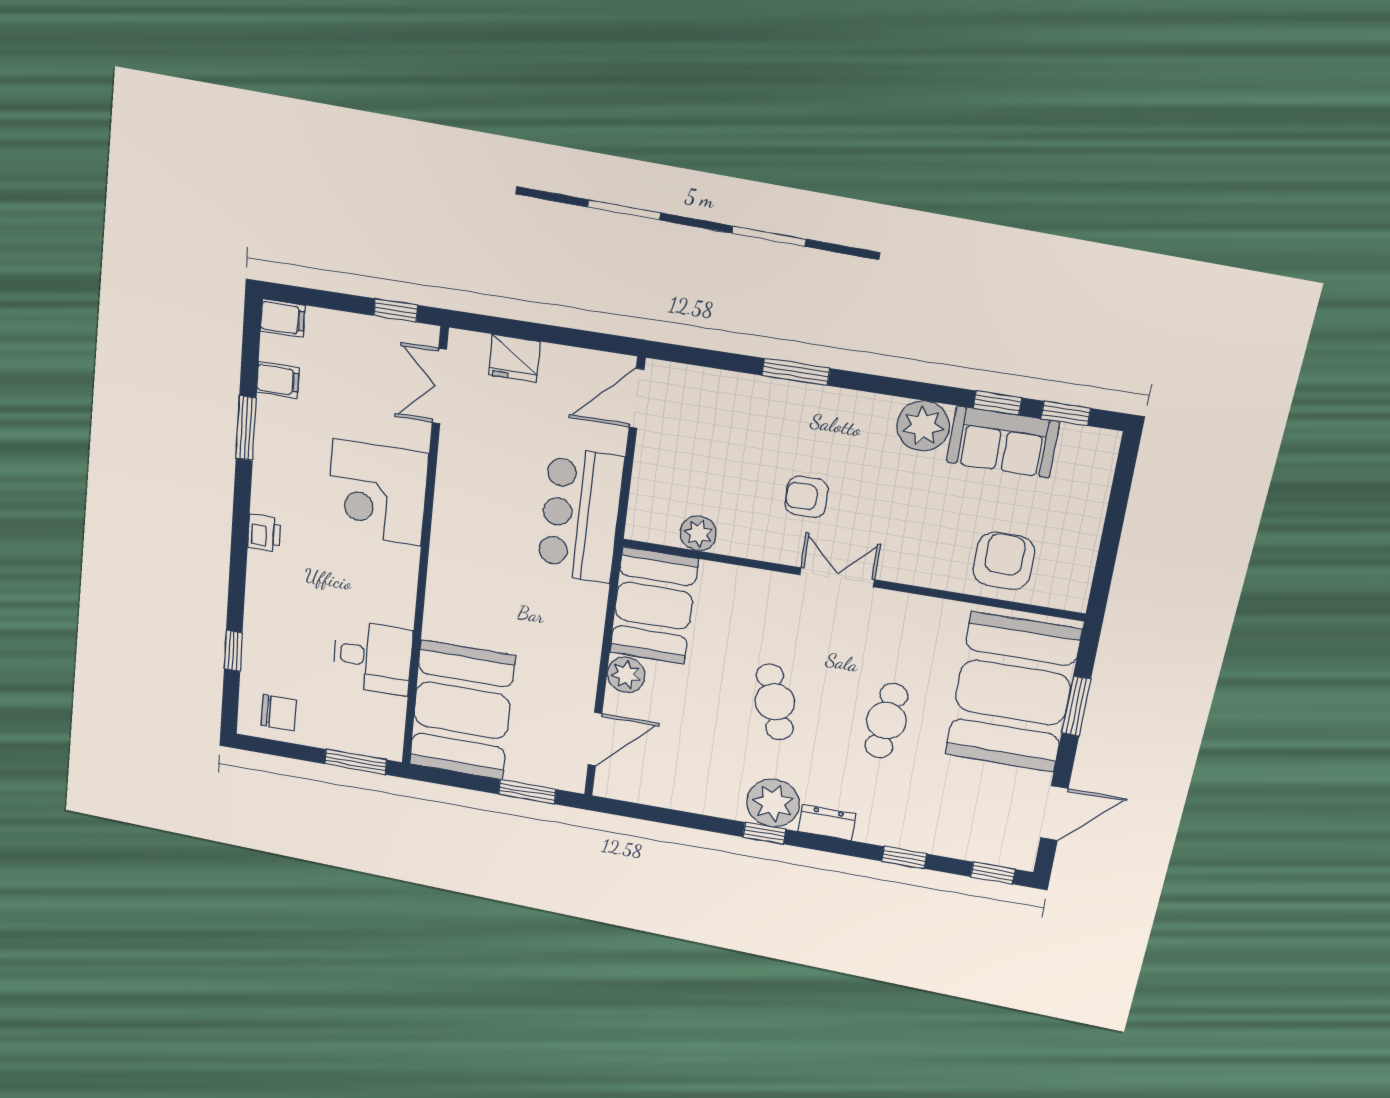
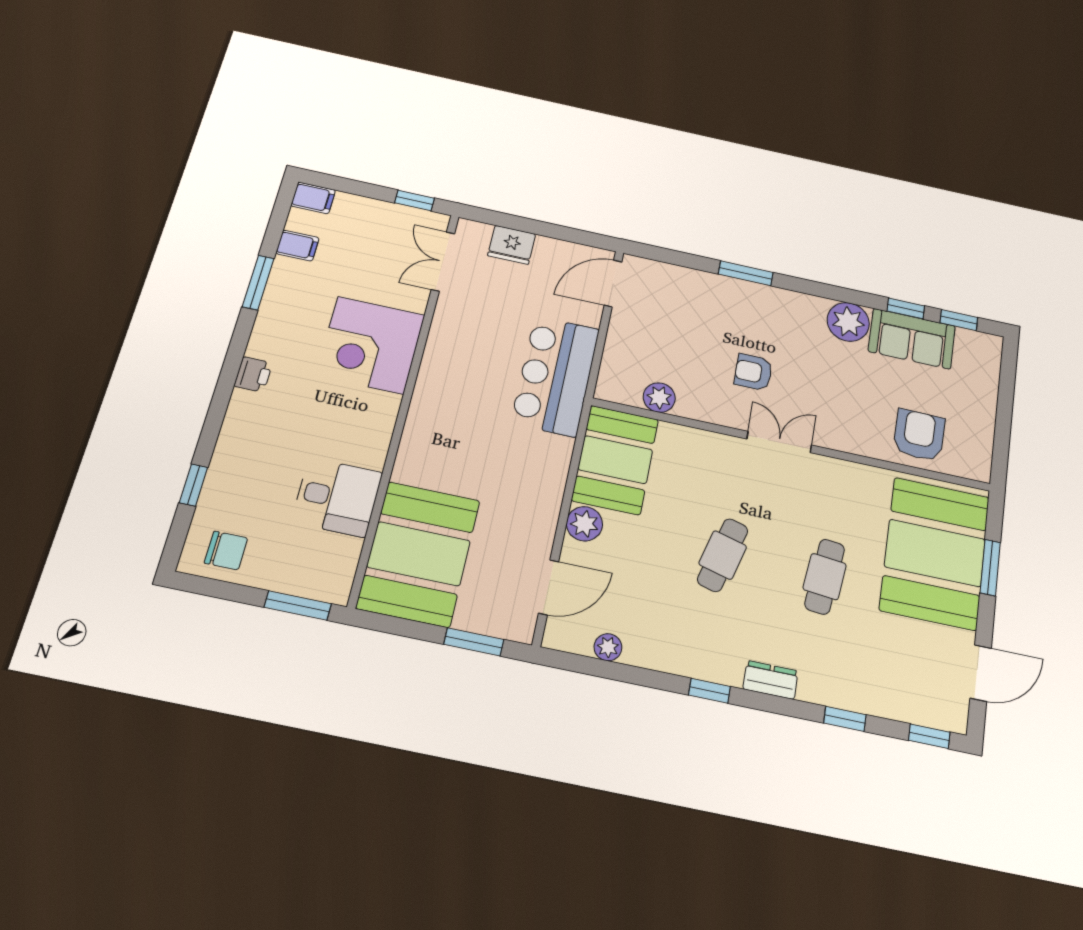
cafe table: (775, 702) -> (723, 555), turned 33
plant: (773, 803) -> (608, 647), moved, width x0.53, depth x0.53

